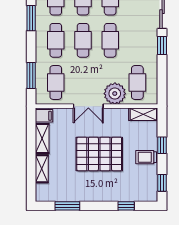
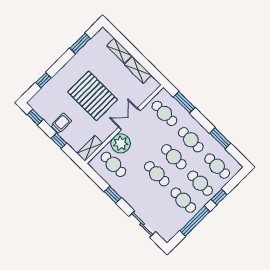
window: (162, 46) -> (113, 195), moved
filing cabinet: (44, 116) -> (151, 85), removed
pallet: (99, 154) -> (93, 96), turned 90

